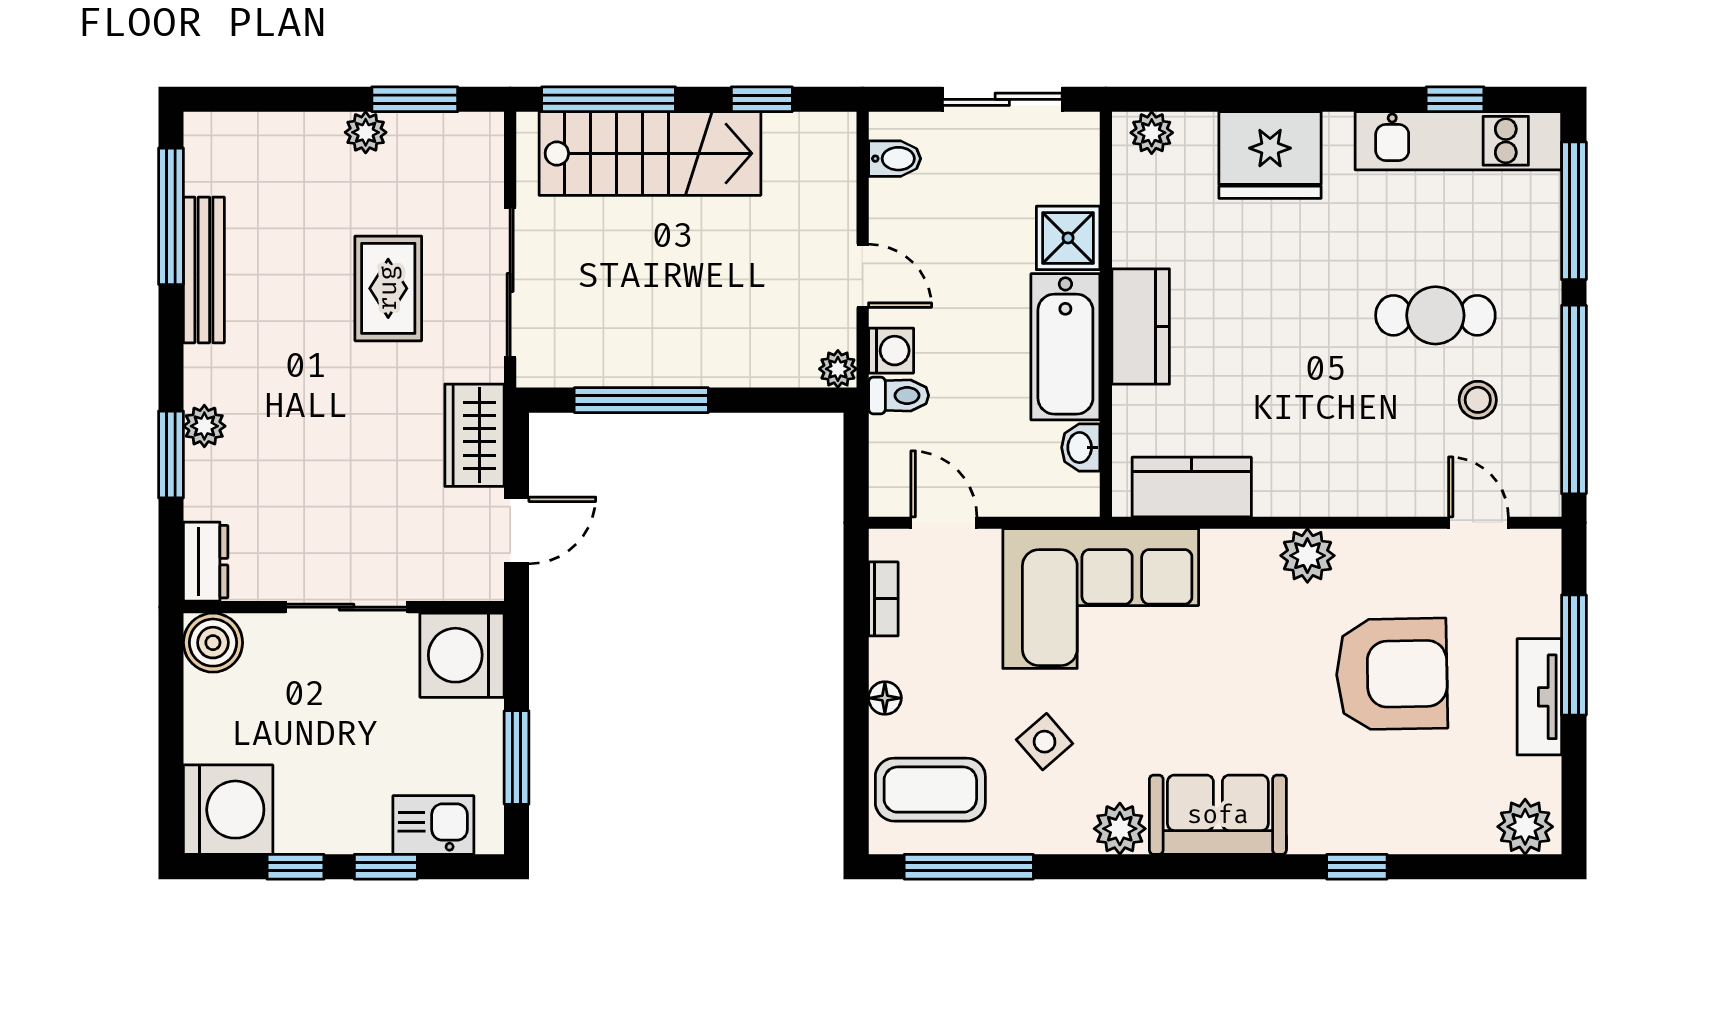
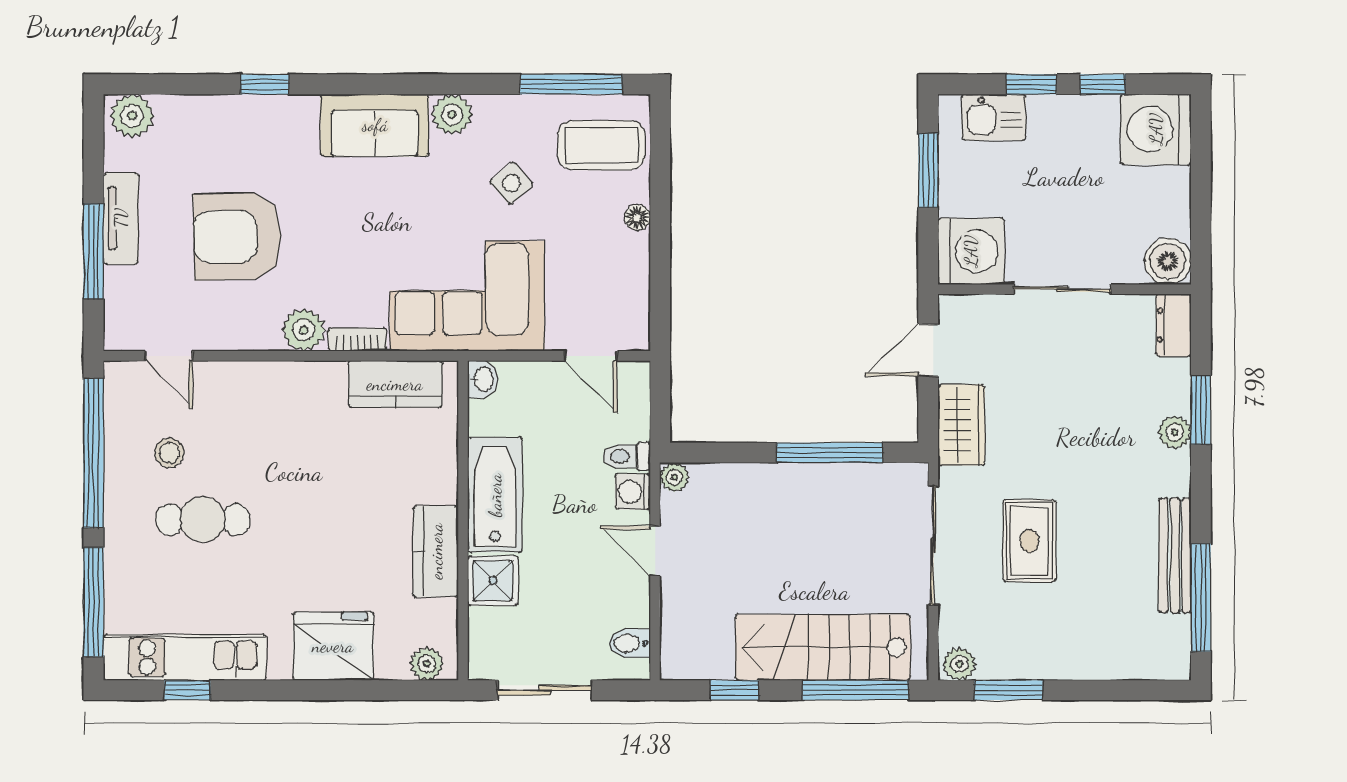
plant: (366, 132) -> (959, 664), moved
kitchen counter: (1141, 326) -> (436, 551), moved
washbasin: (1081, 448) -> (483, 379), moved
bookcase: (883, 599) -> (357, 339), moved, turned 90

